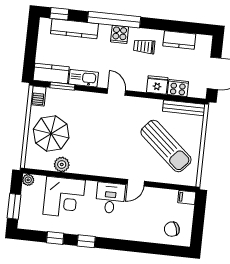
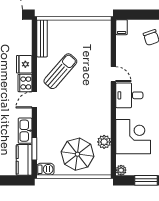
cooker: (178, 88) -> (25, 83), moved
sun lounger: (166, 146) -> (60, 71), moved, width x0.73, depth x0.75

